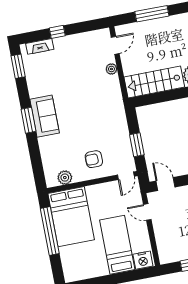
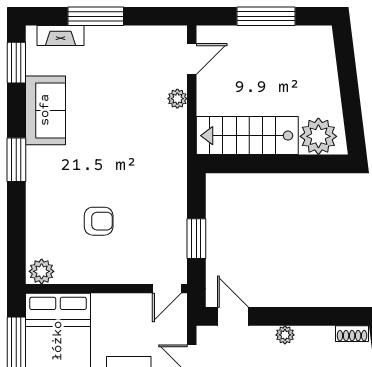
window: (57, 32) -> (96, 16), width x2.17
sofa: (45, 116) -> (45, 110), moved
armchair: (94, 159) -> (99, 221), moved, turned 180
plant: (65, 178) -> (42, 271), moved

